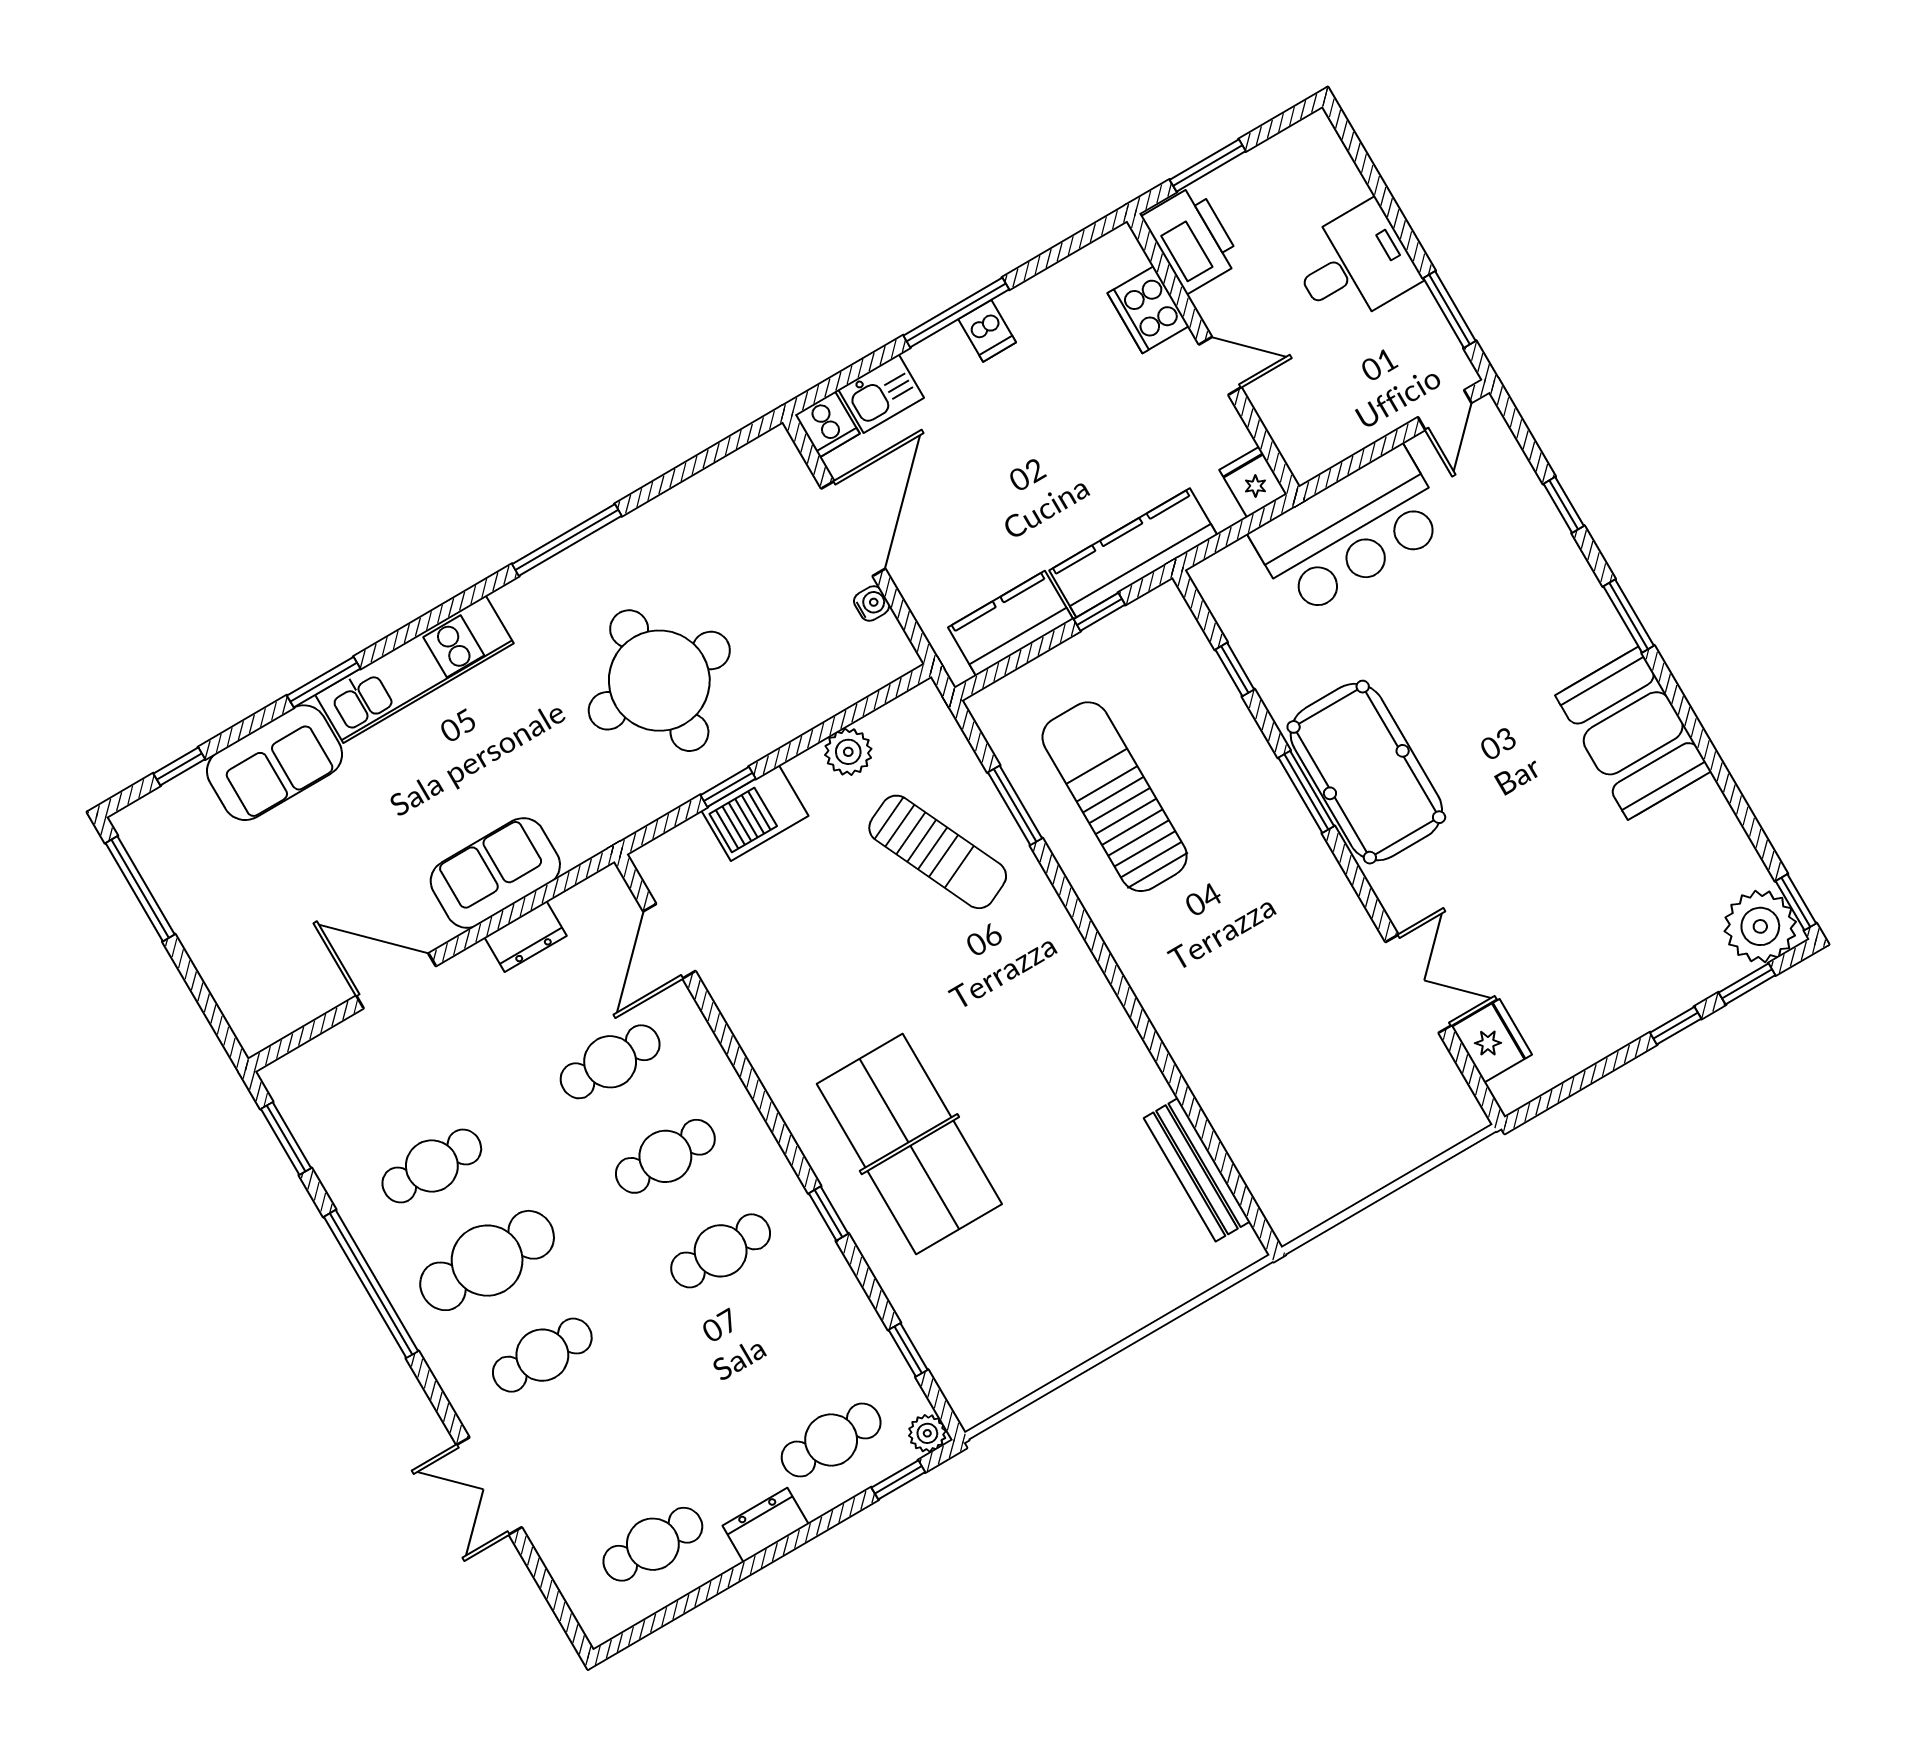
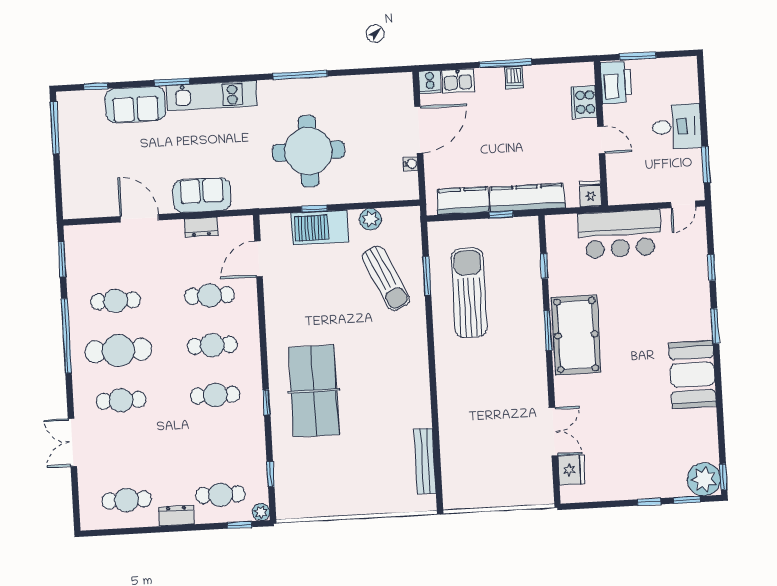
barbecue: (755, 813) -> (320, 227), width x1.37, depth x1.21

